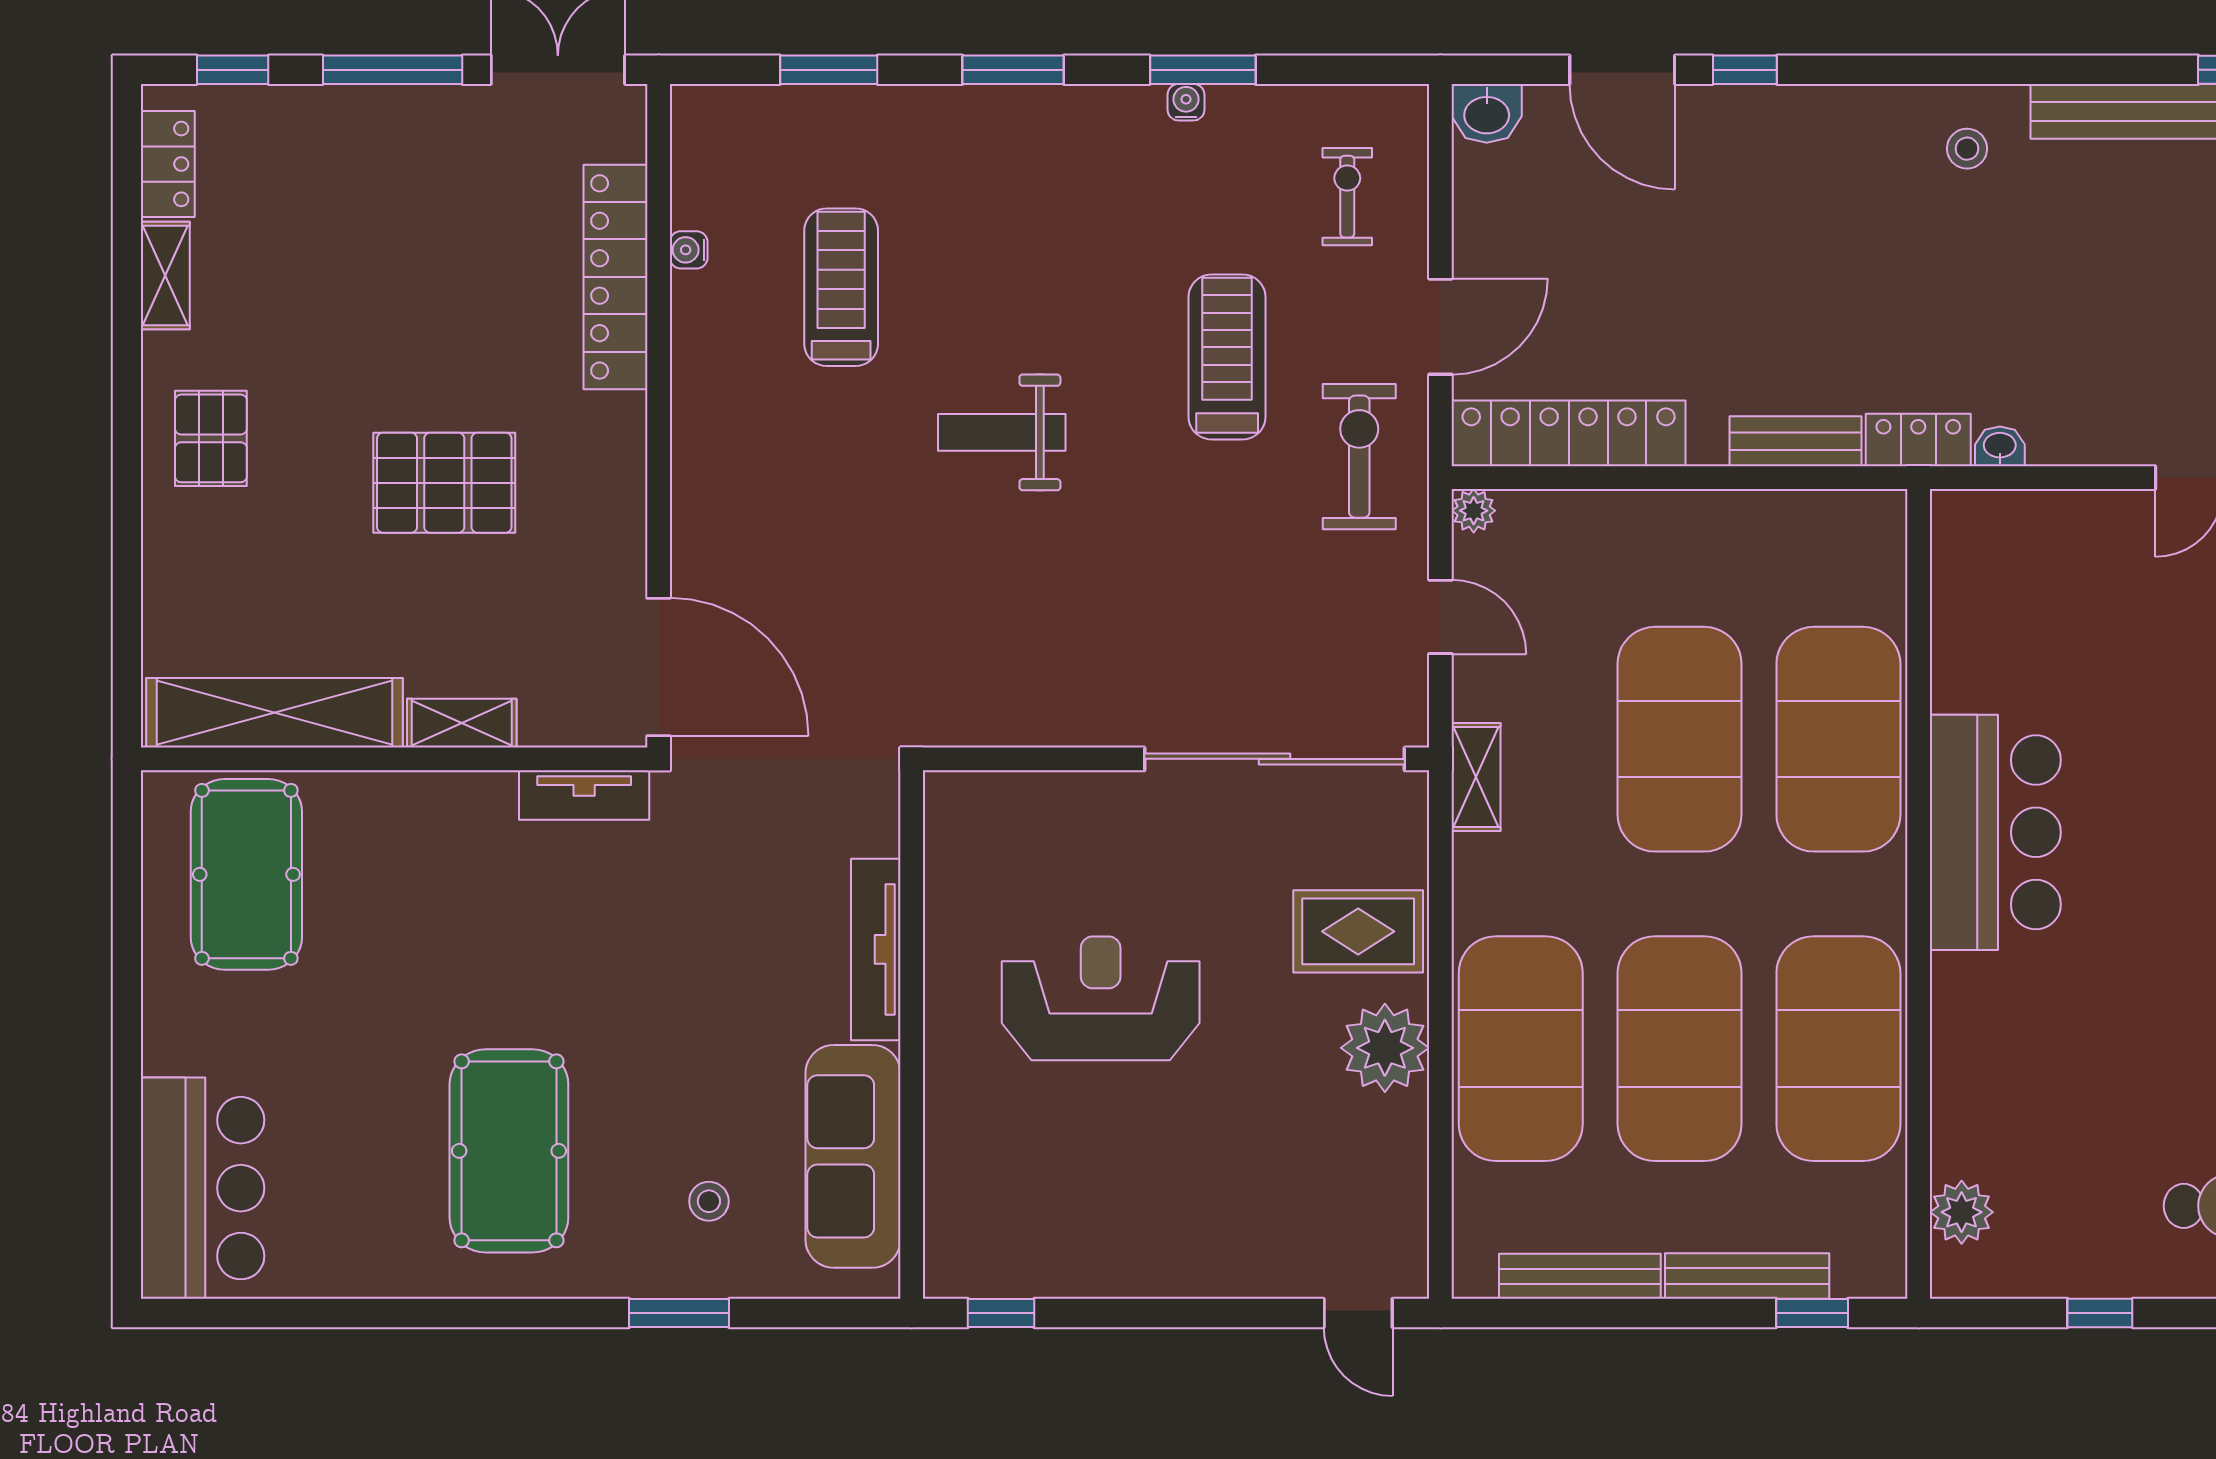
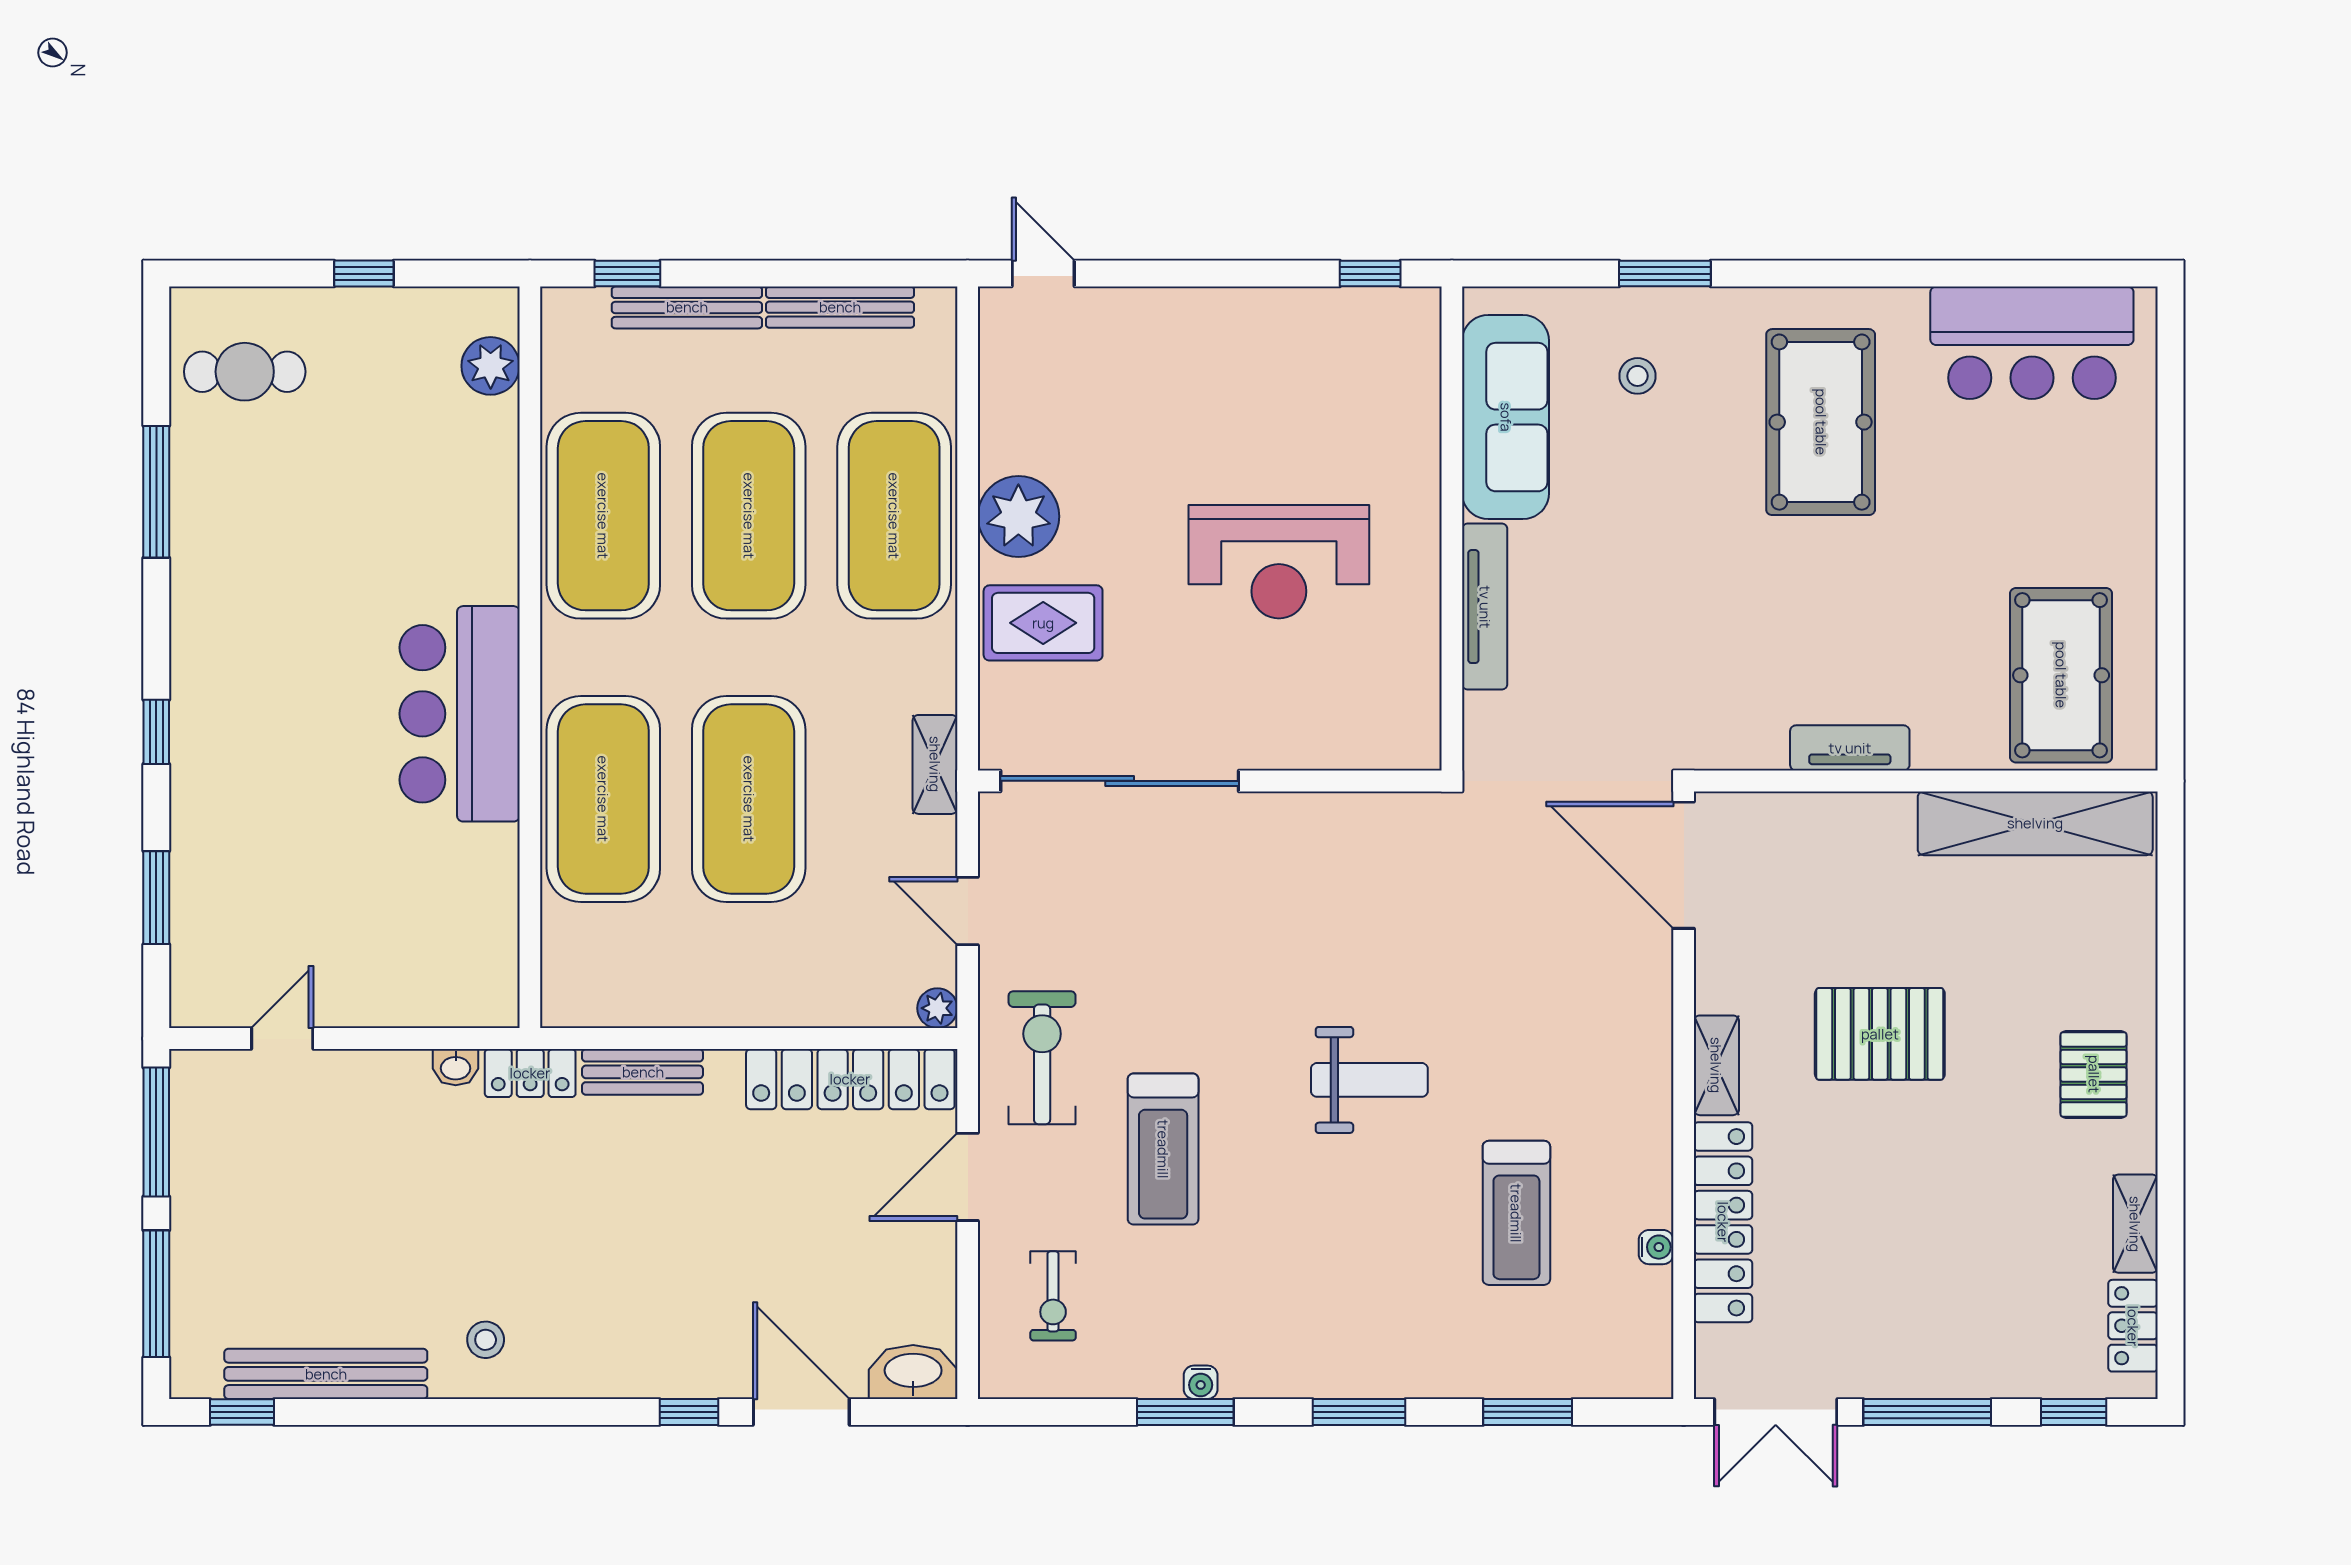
washbasin: (1487, 113) -> (913, 1372), width x1.38
exercise bike: (1359, 457) -> (1042, 1058), turned 180
shelving: (462, 723) -> (1716, 1065), moved, turned 90
tv unit: (584, 795) -> (1850, 748), moved
bar counter: (203, 1188) -> (2032, 343), moved, turned -90

